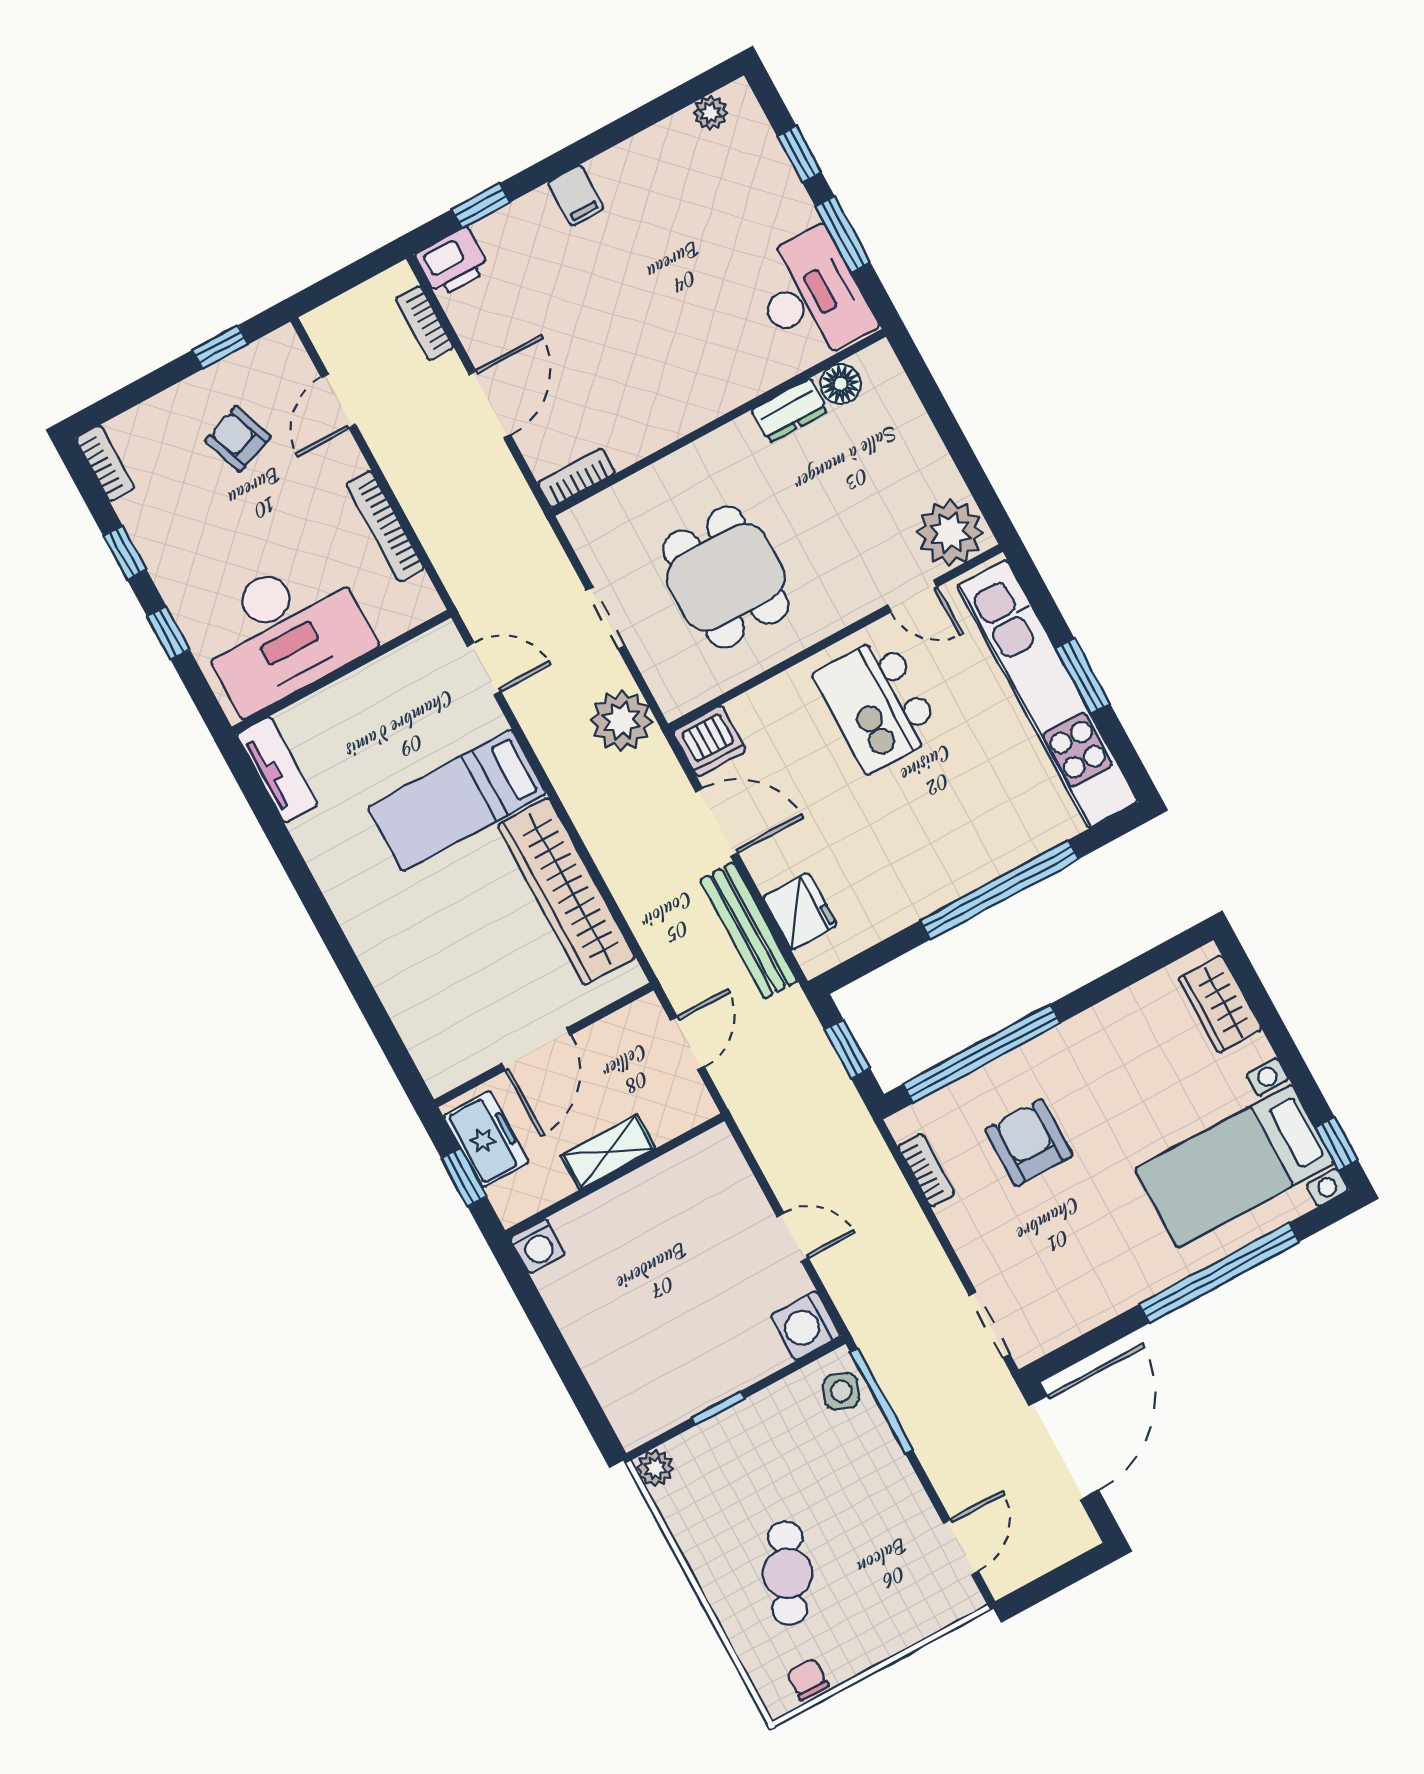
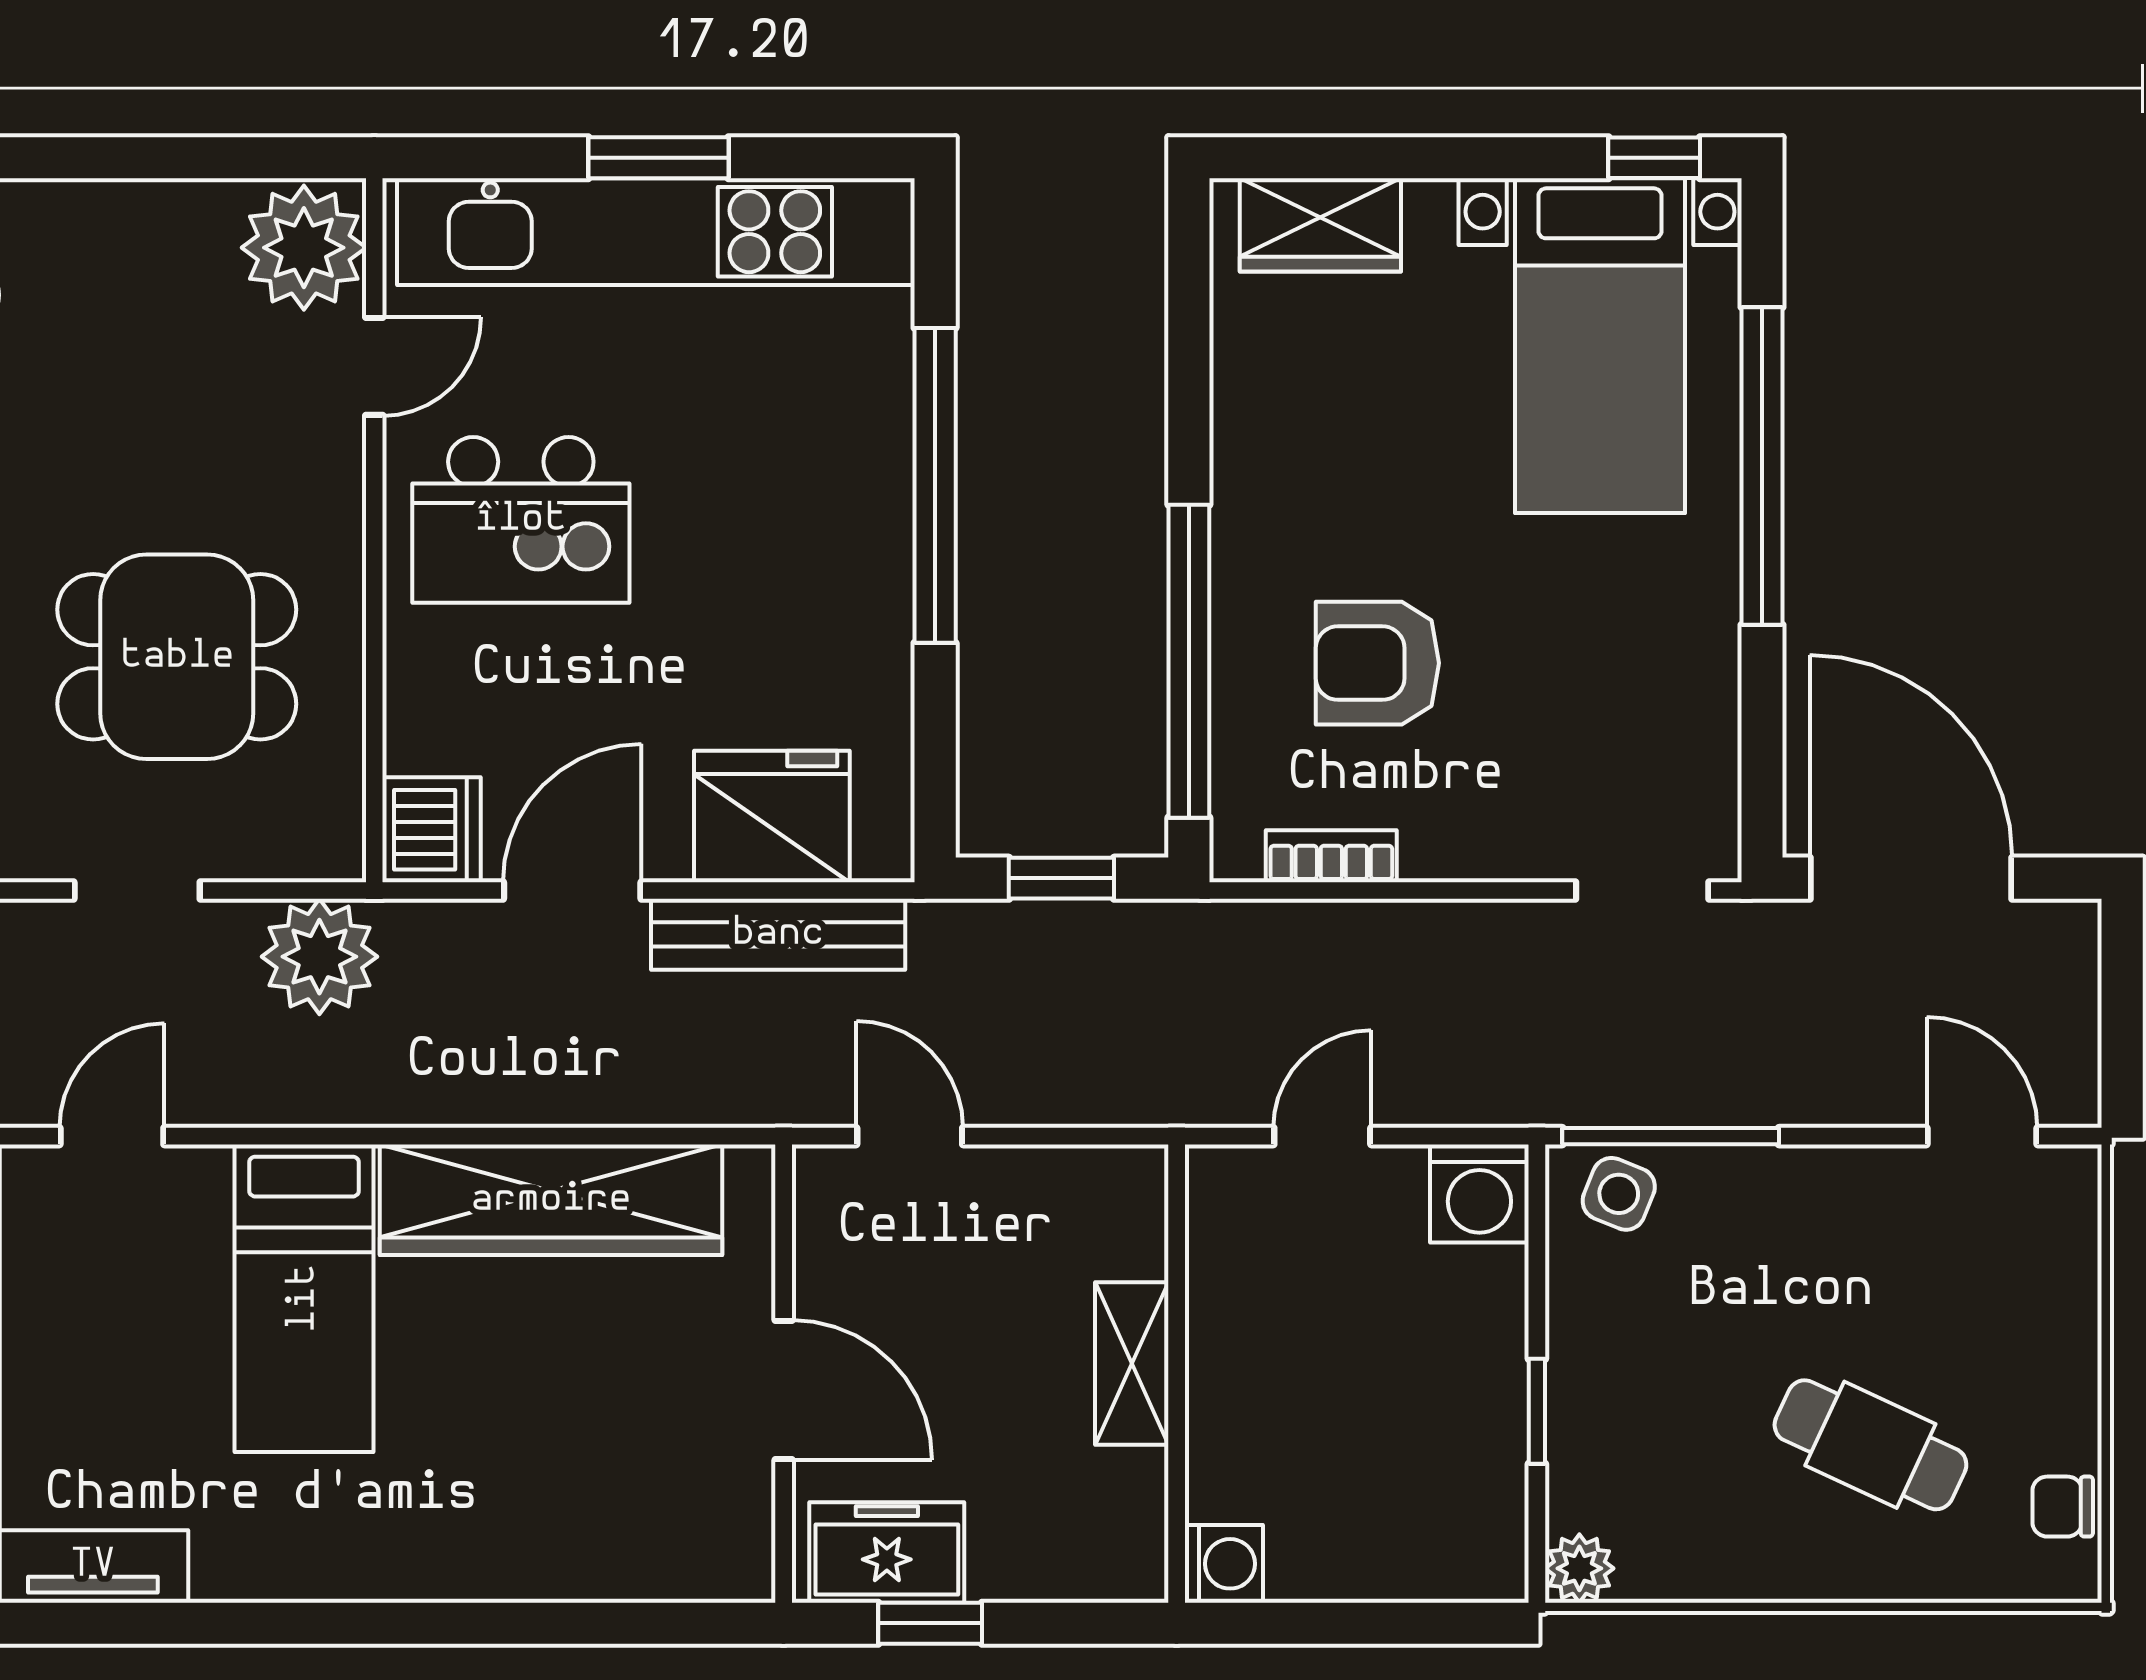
fridge: (800, 911) -> (772, 816), width x1.36, depth x1.34
shelving: (608, 1152) -> (1132, 1363), moved
wall: (615, 1176) -> (1177, 1374), moved
washing machine: (538, 1246) -> (1224, 1564), moved

